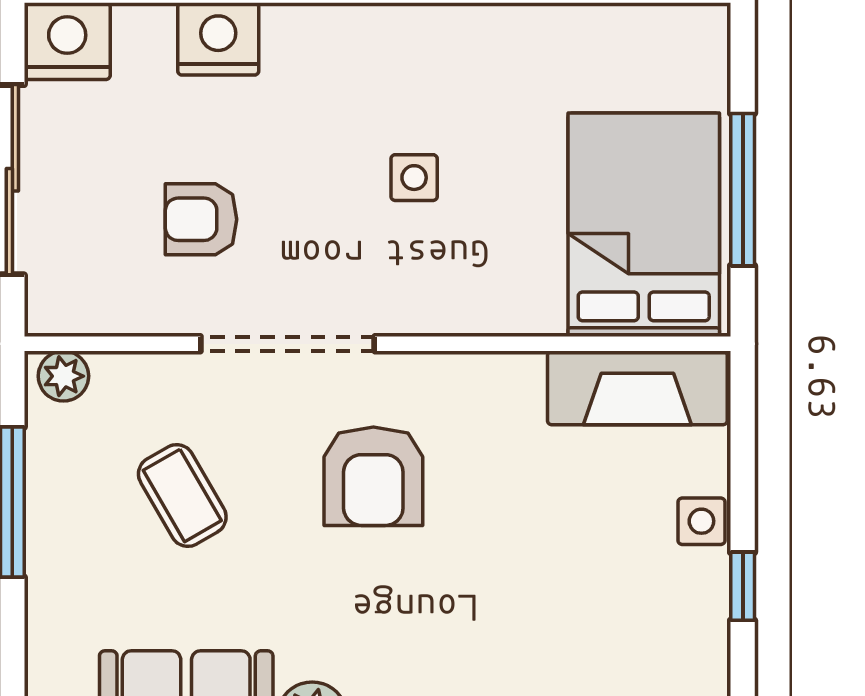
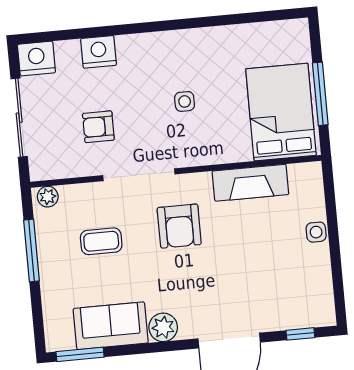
fireplace: (637, 388) -> (250, 183), moved
coffee table: (182, 495) -> (101, 241), turned -60
window: (743, 586) -> (336, 257), removed

